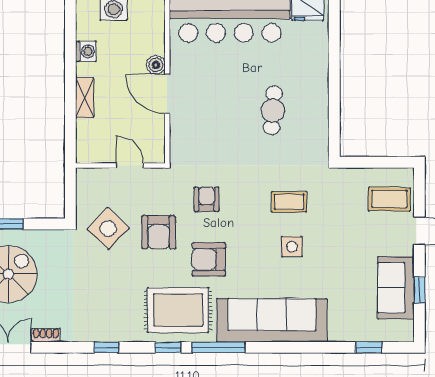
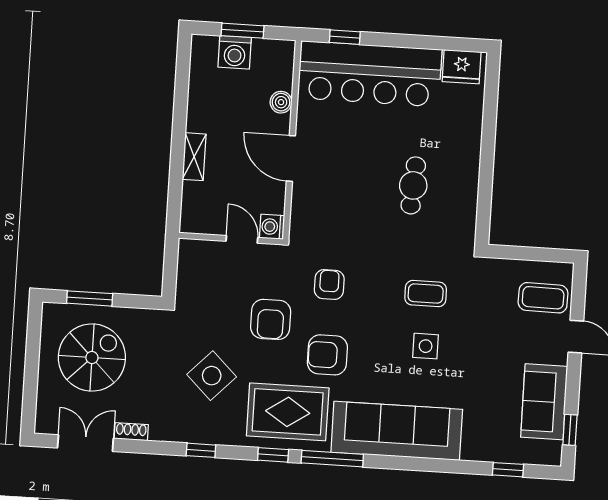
washing machine: (86, 51) -> (272, 227), moved, turned 180
boiler: (156, 65) -> (281, 102), moved
side table: (108, 229) -> (212, 376), moved
window: (419, 290) -> (570, 430), moved

